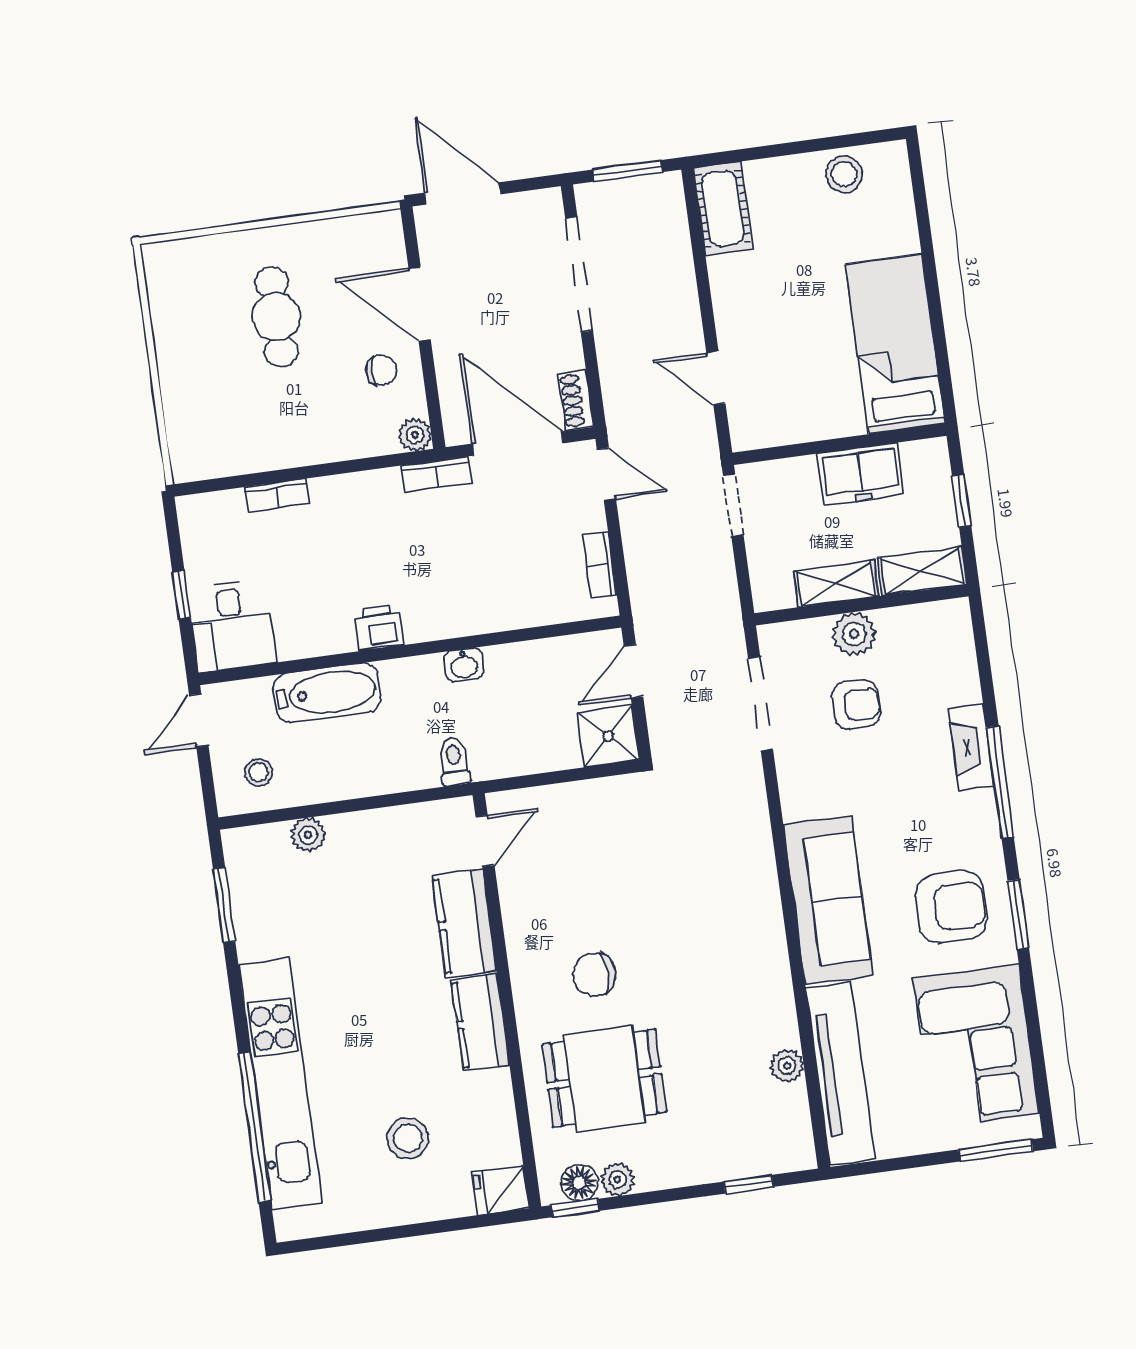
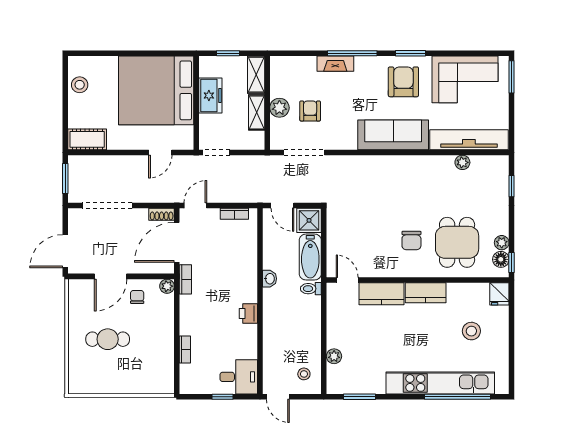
bed: (895, 344) -> (156, 90), width x2.04
bathtub: (327, 693) -> (310, 257), moved, turned 180

